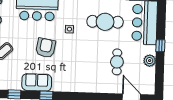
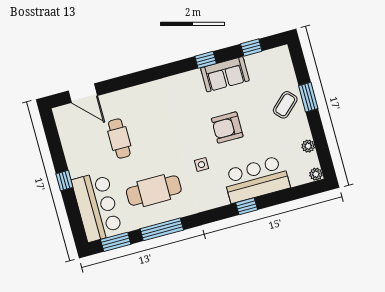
armchair: (46, 48) -> (227, 127), turned 80
plant: (150, 61) -> (73, 155), removed

